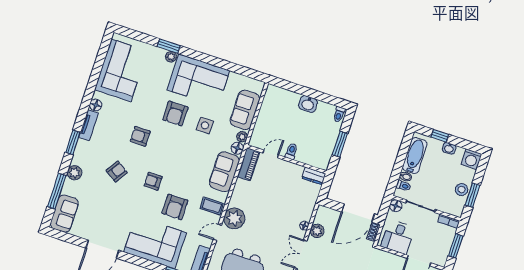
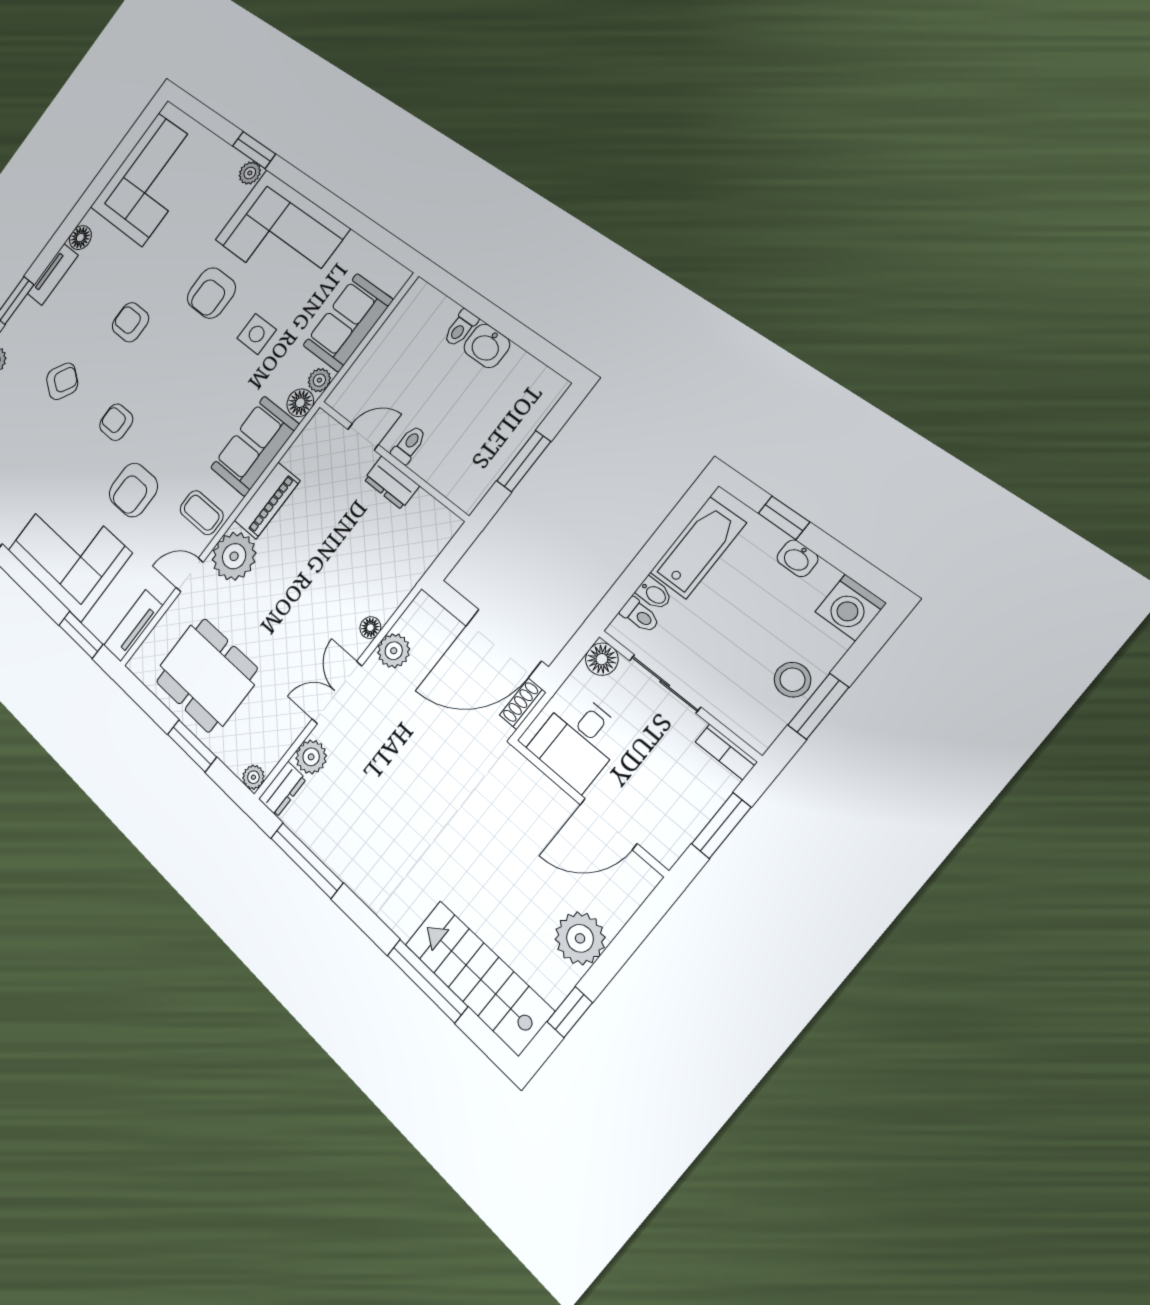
toilet: (339, 114) -> (461, 328), moved
piano: (249, 164) -> (267, 501), moved
dresser: (314, 176) -> (391, 483), moved

